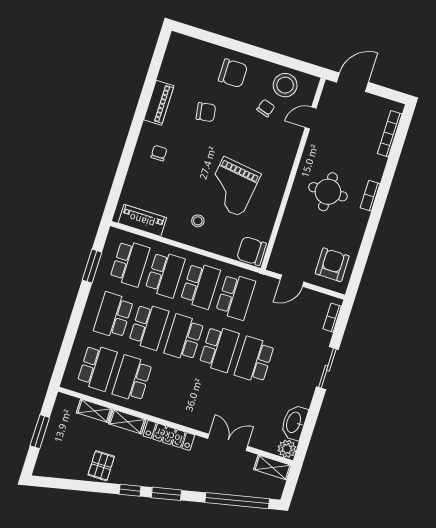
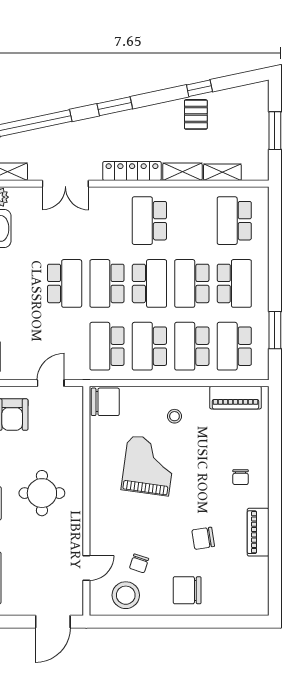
school desk: (132, 379) -> (149, 221), moved, turned 180
window: (130, 490) -> (199, 88), moved

